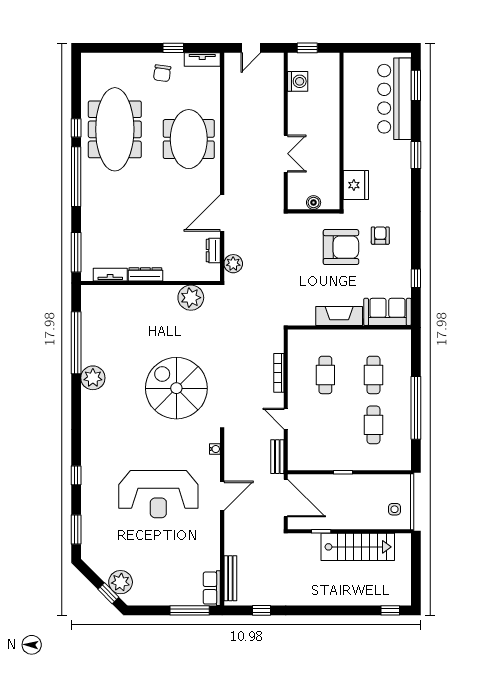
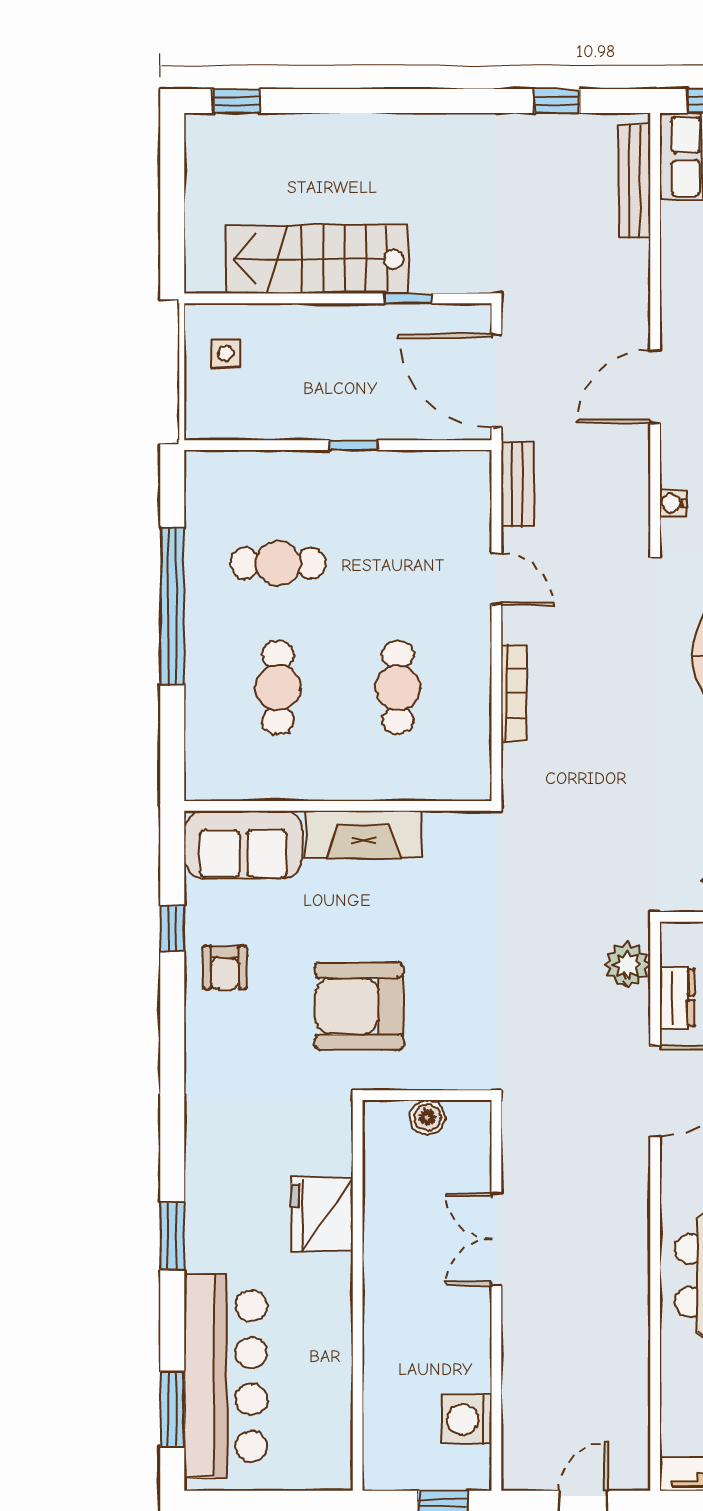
fridge: (356, 185) -> (322, 1214), moved
armchair: (380, 236) -> (225, 967), moved
cafe table: (373, 425) -> (278, 563), turned 90

